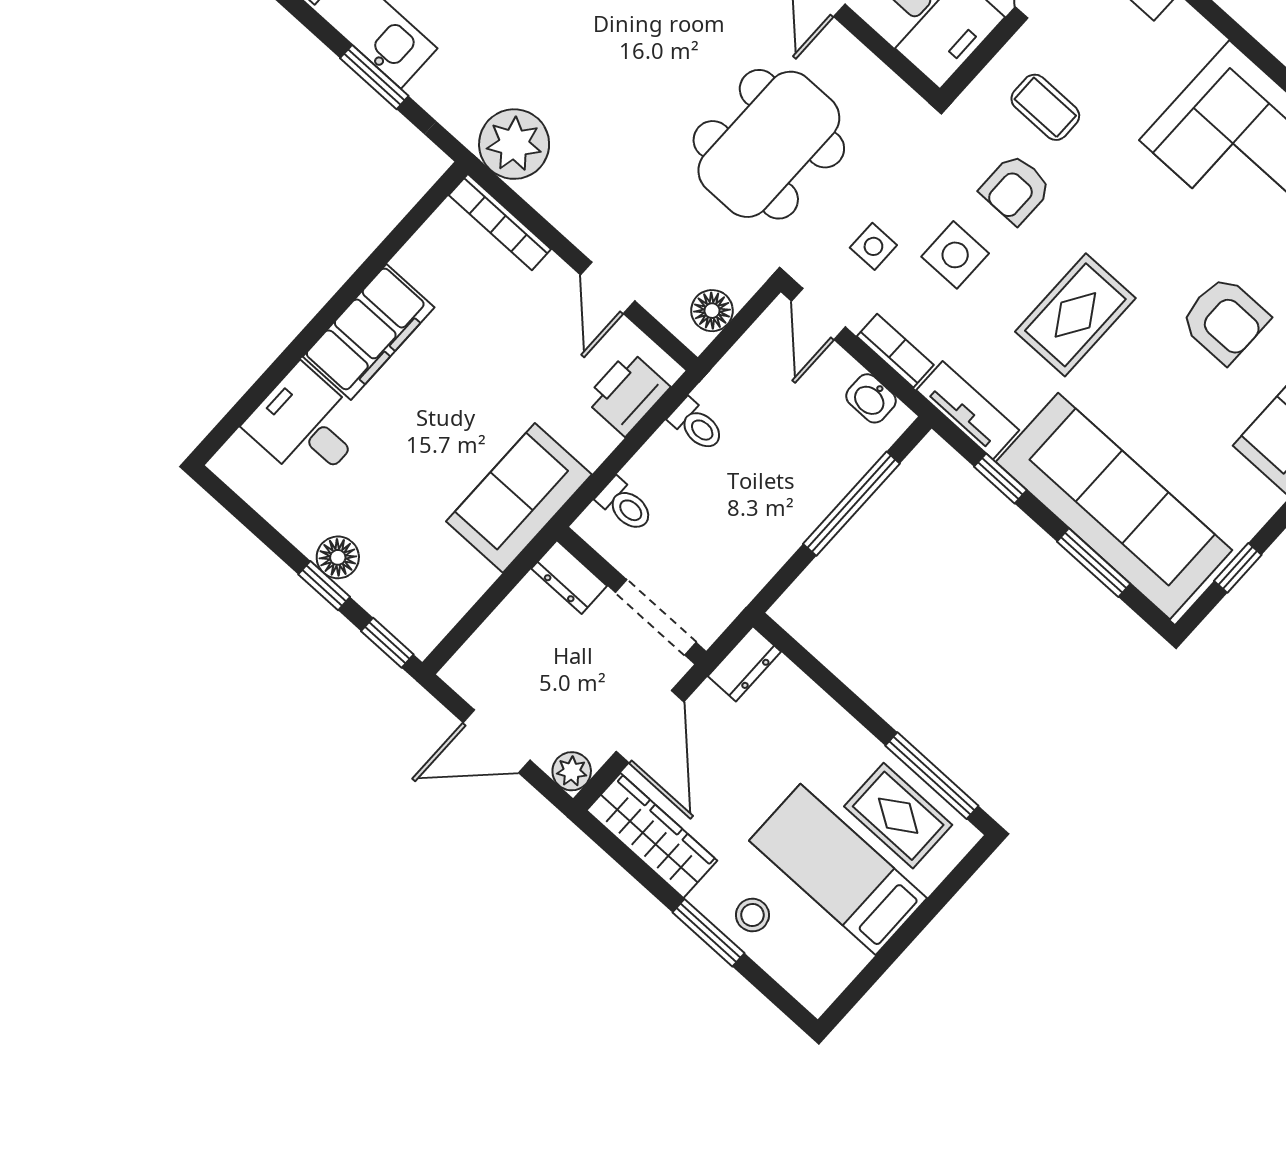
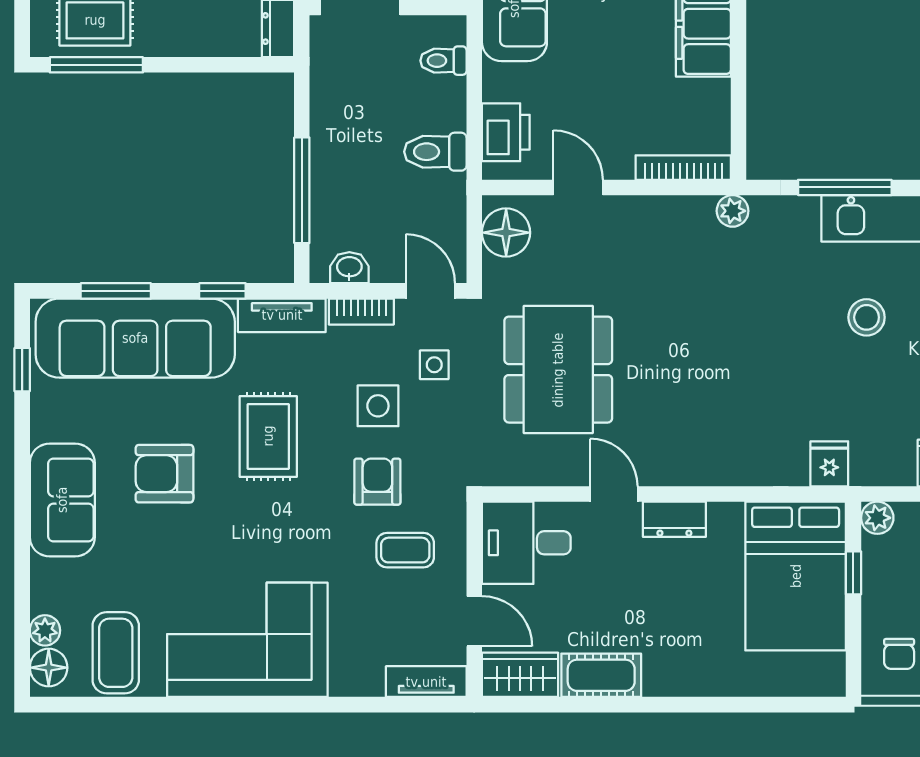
window: (374, 77) -> (845, 187), width x1.44
plant: (514, 144) -> (733, 211), width x0.53, depth x0.53
floor lamp: (712, 311) -> (506, 233), width x1.38, depth x1.38
armchair: (1225, 320) -> (164, 474), moved
toilet: (697, 425) -> (435, 152), width x1.37, depth x1.39

